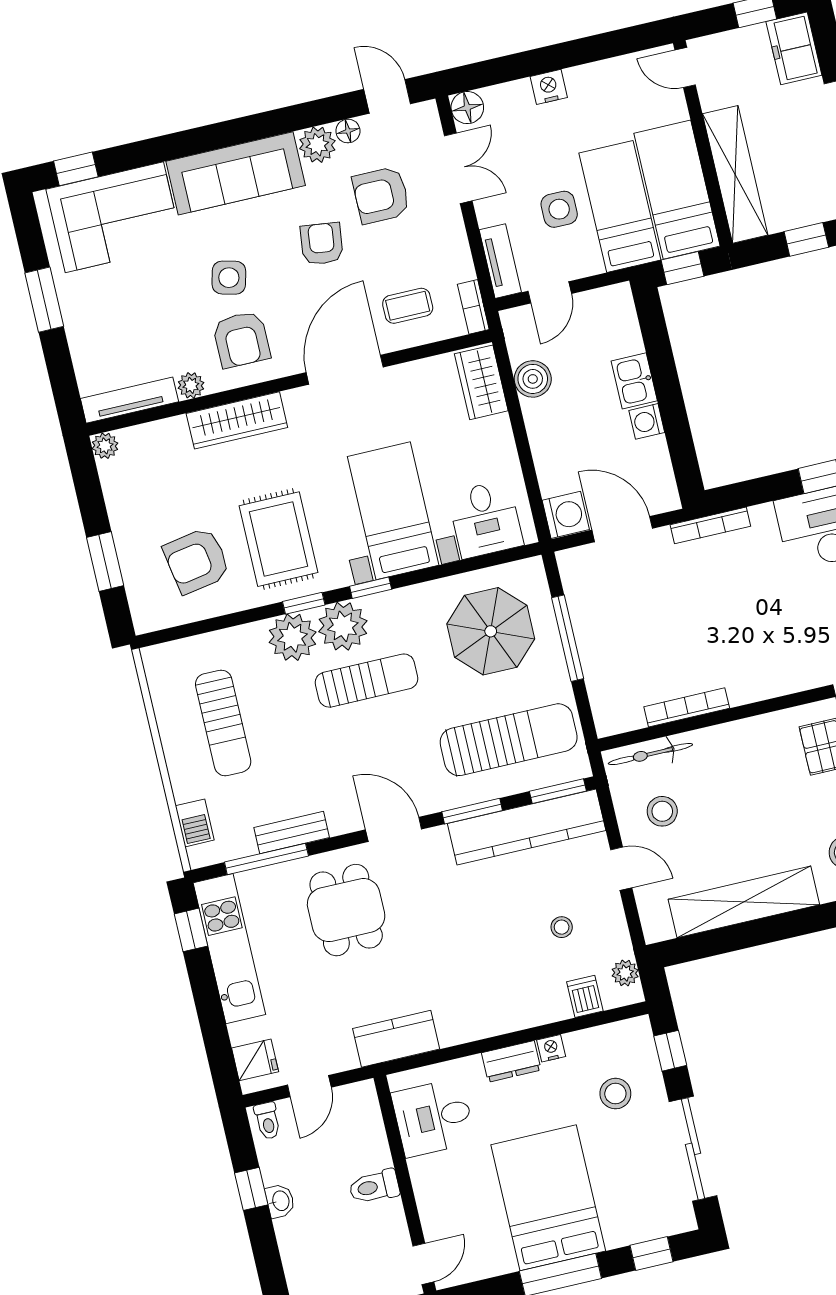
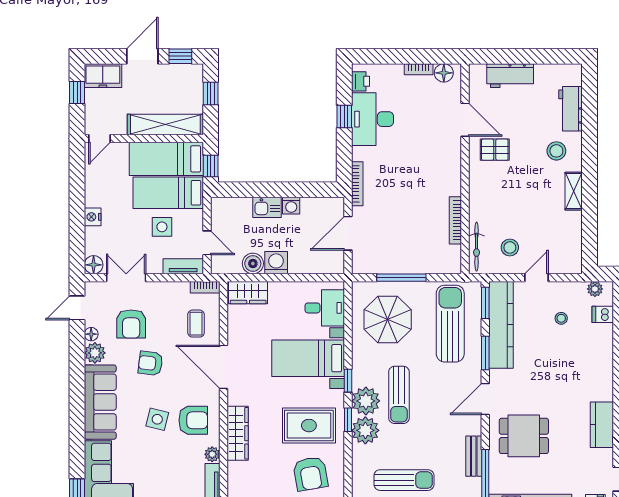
washing machine: (566, 515) -> (276, 263), moved
sun lounger: (367, 681) -> (399, 395), turned 180
shelving: (744, 902) -> (574, 191), width x0.45, depth x0.75

